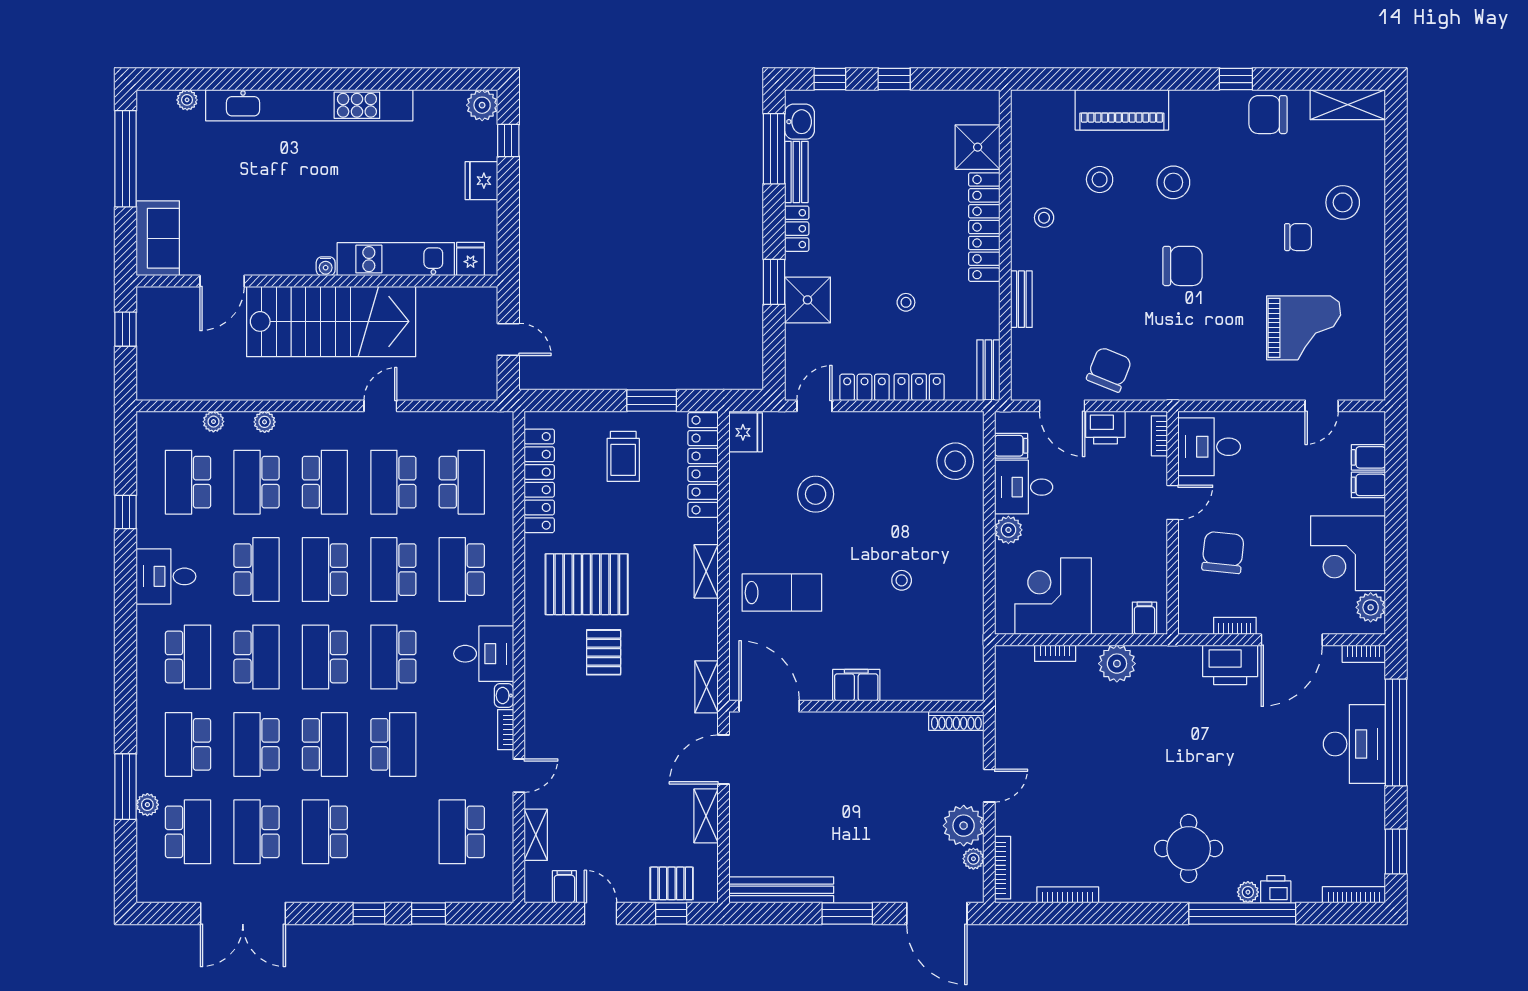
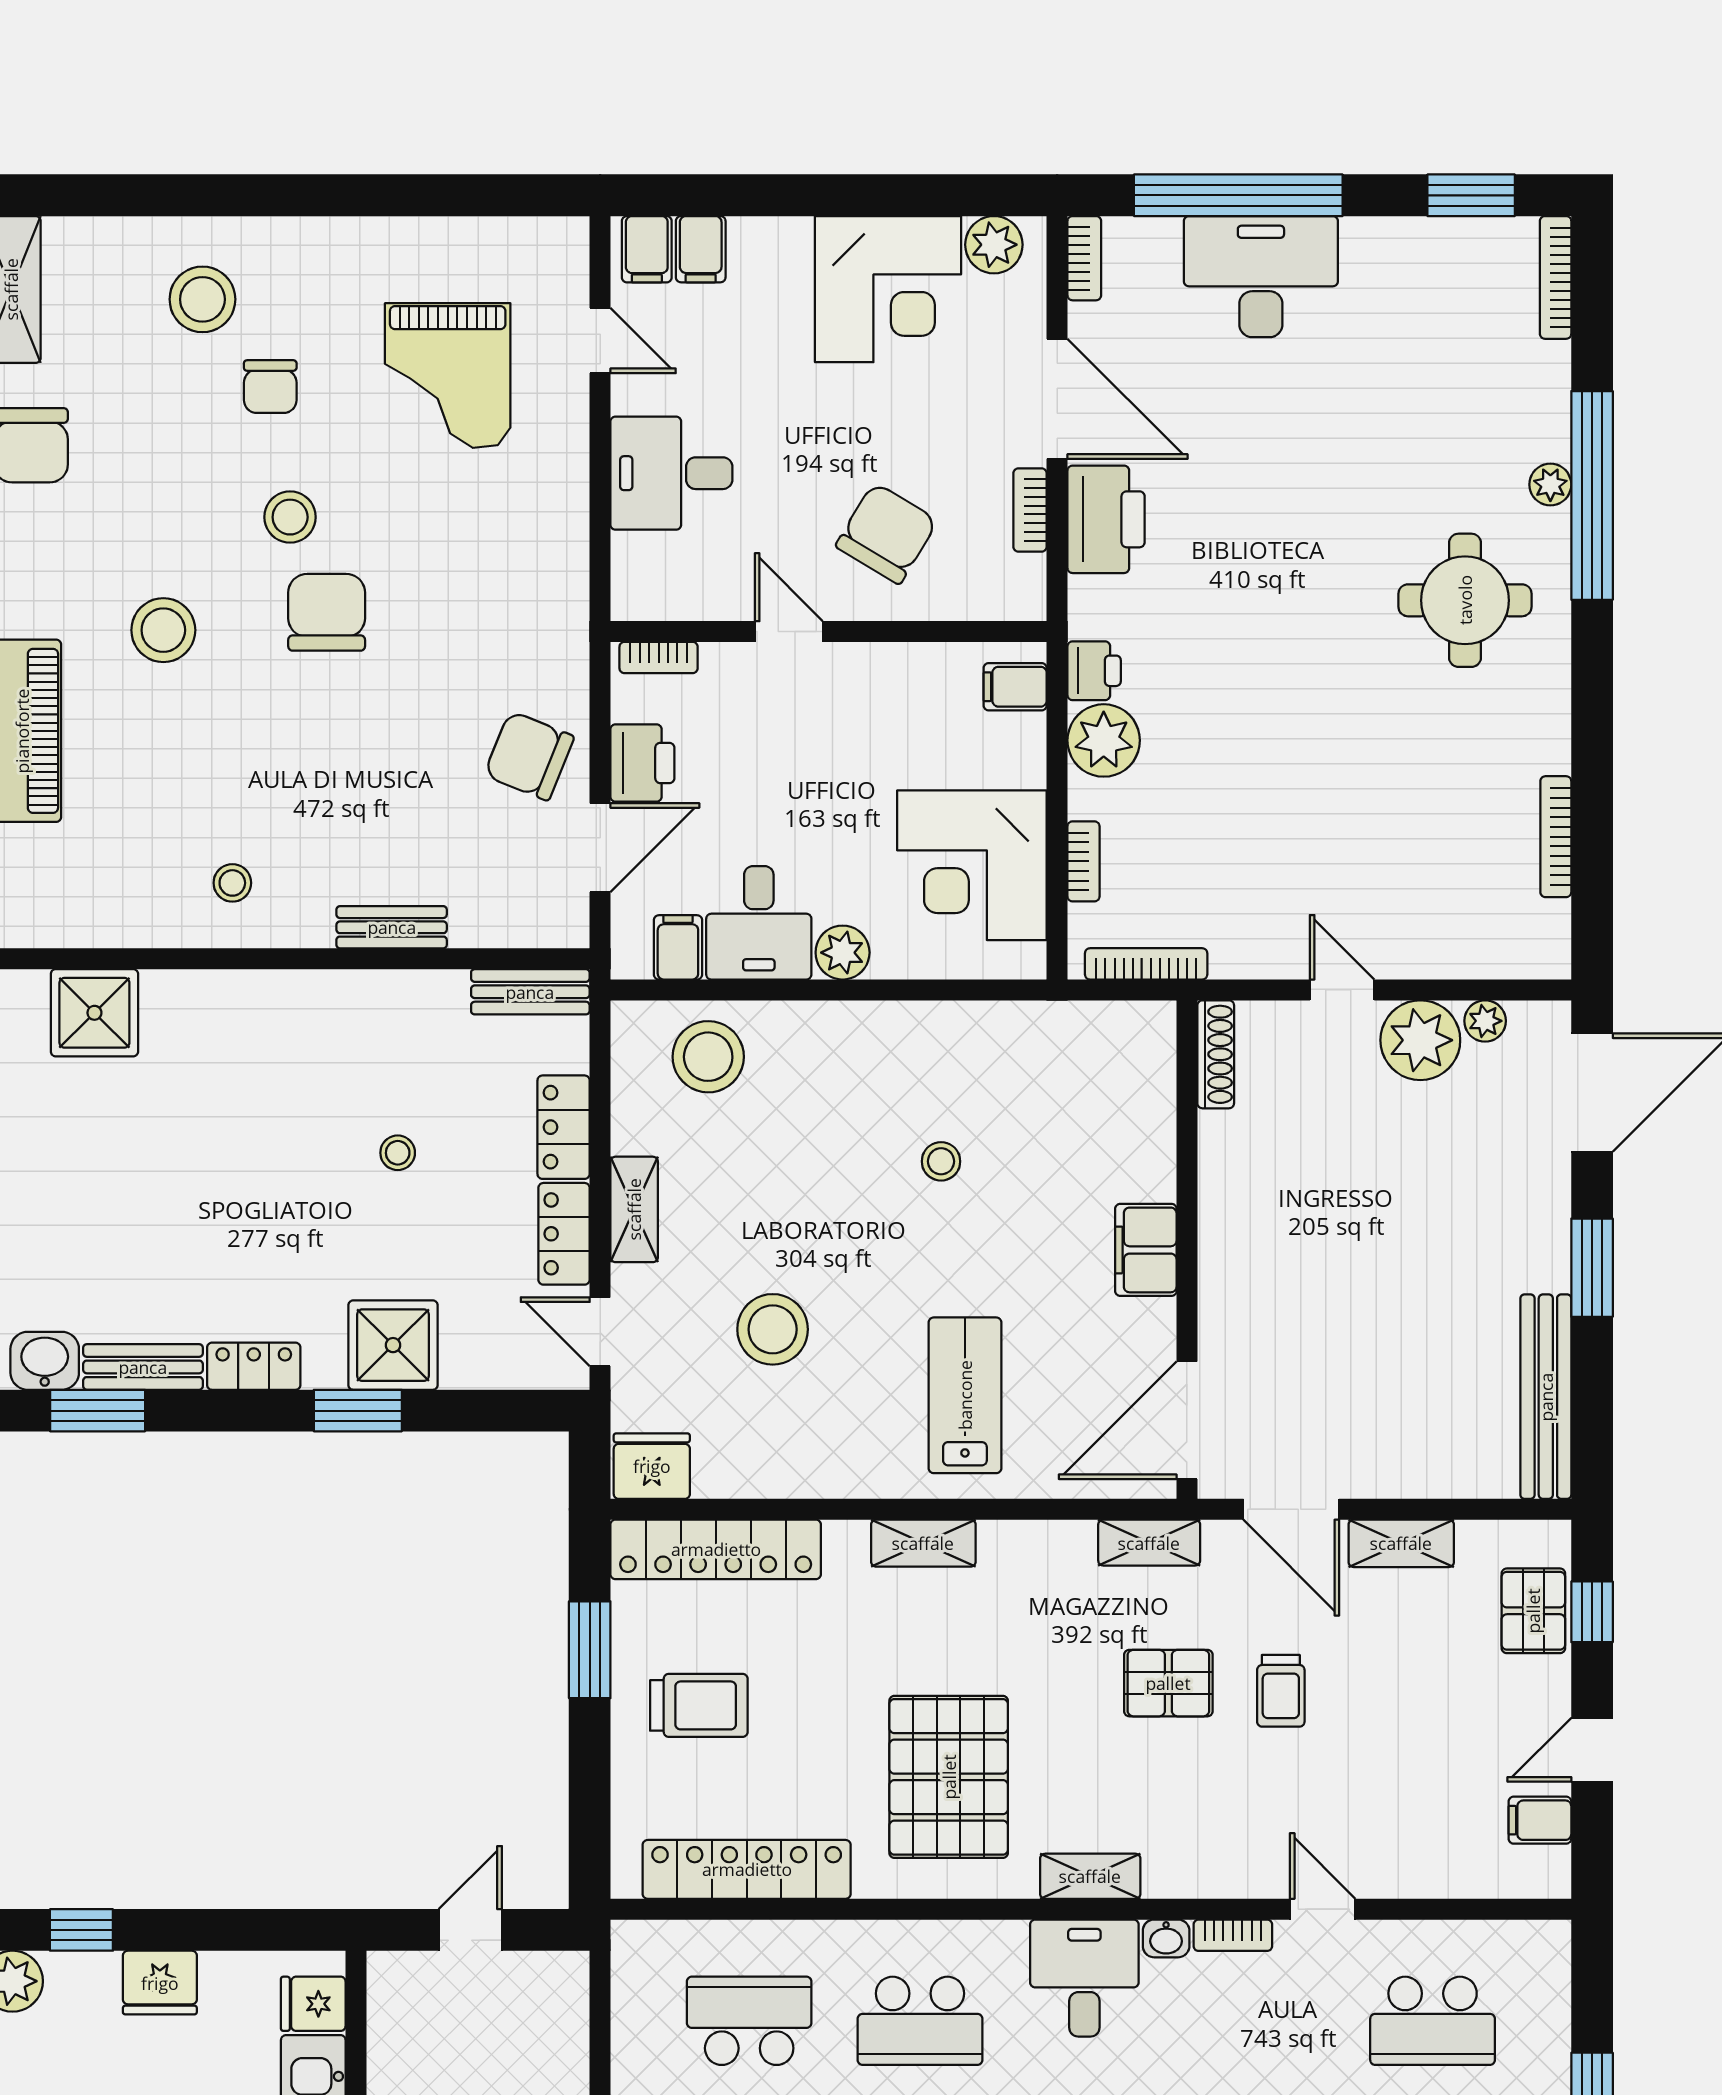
window: (774, 149) -> (98, 1411), width x0.69
stool: (1100, 180) -> (290, 517), moved
locker: (984, 227) -> (251, 1000), removed
chair: (1298, 237) -> (270, 387), turned 180
grand piano: (1304, 328) -> (448, 376), turned 180
shelving: (877, 423) -> (634, 1209), added
desk: (1209, 447) -> (671, 473), moved, turned 90
filing cabinet: (1368, 485) -> (647, 249), moved
chair: (1223, 552) -> (887, 533), turned 115
pallet: (604, 652) -> (1168, 1683), moved
trolley: (631, 754) -> (1281, 1691), added
shelving: (536, 835) -> (1090, 1876), moved
bookcase: (1003, 868) -> (1146, 964), moved
printer: (1276, 889) -> (1094, 671), moved, turned 180

